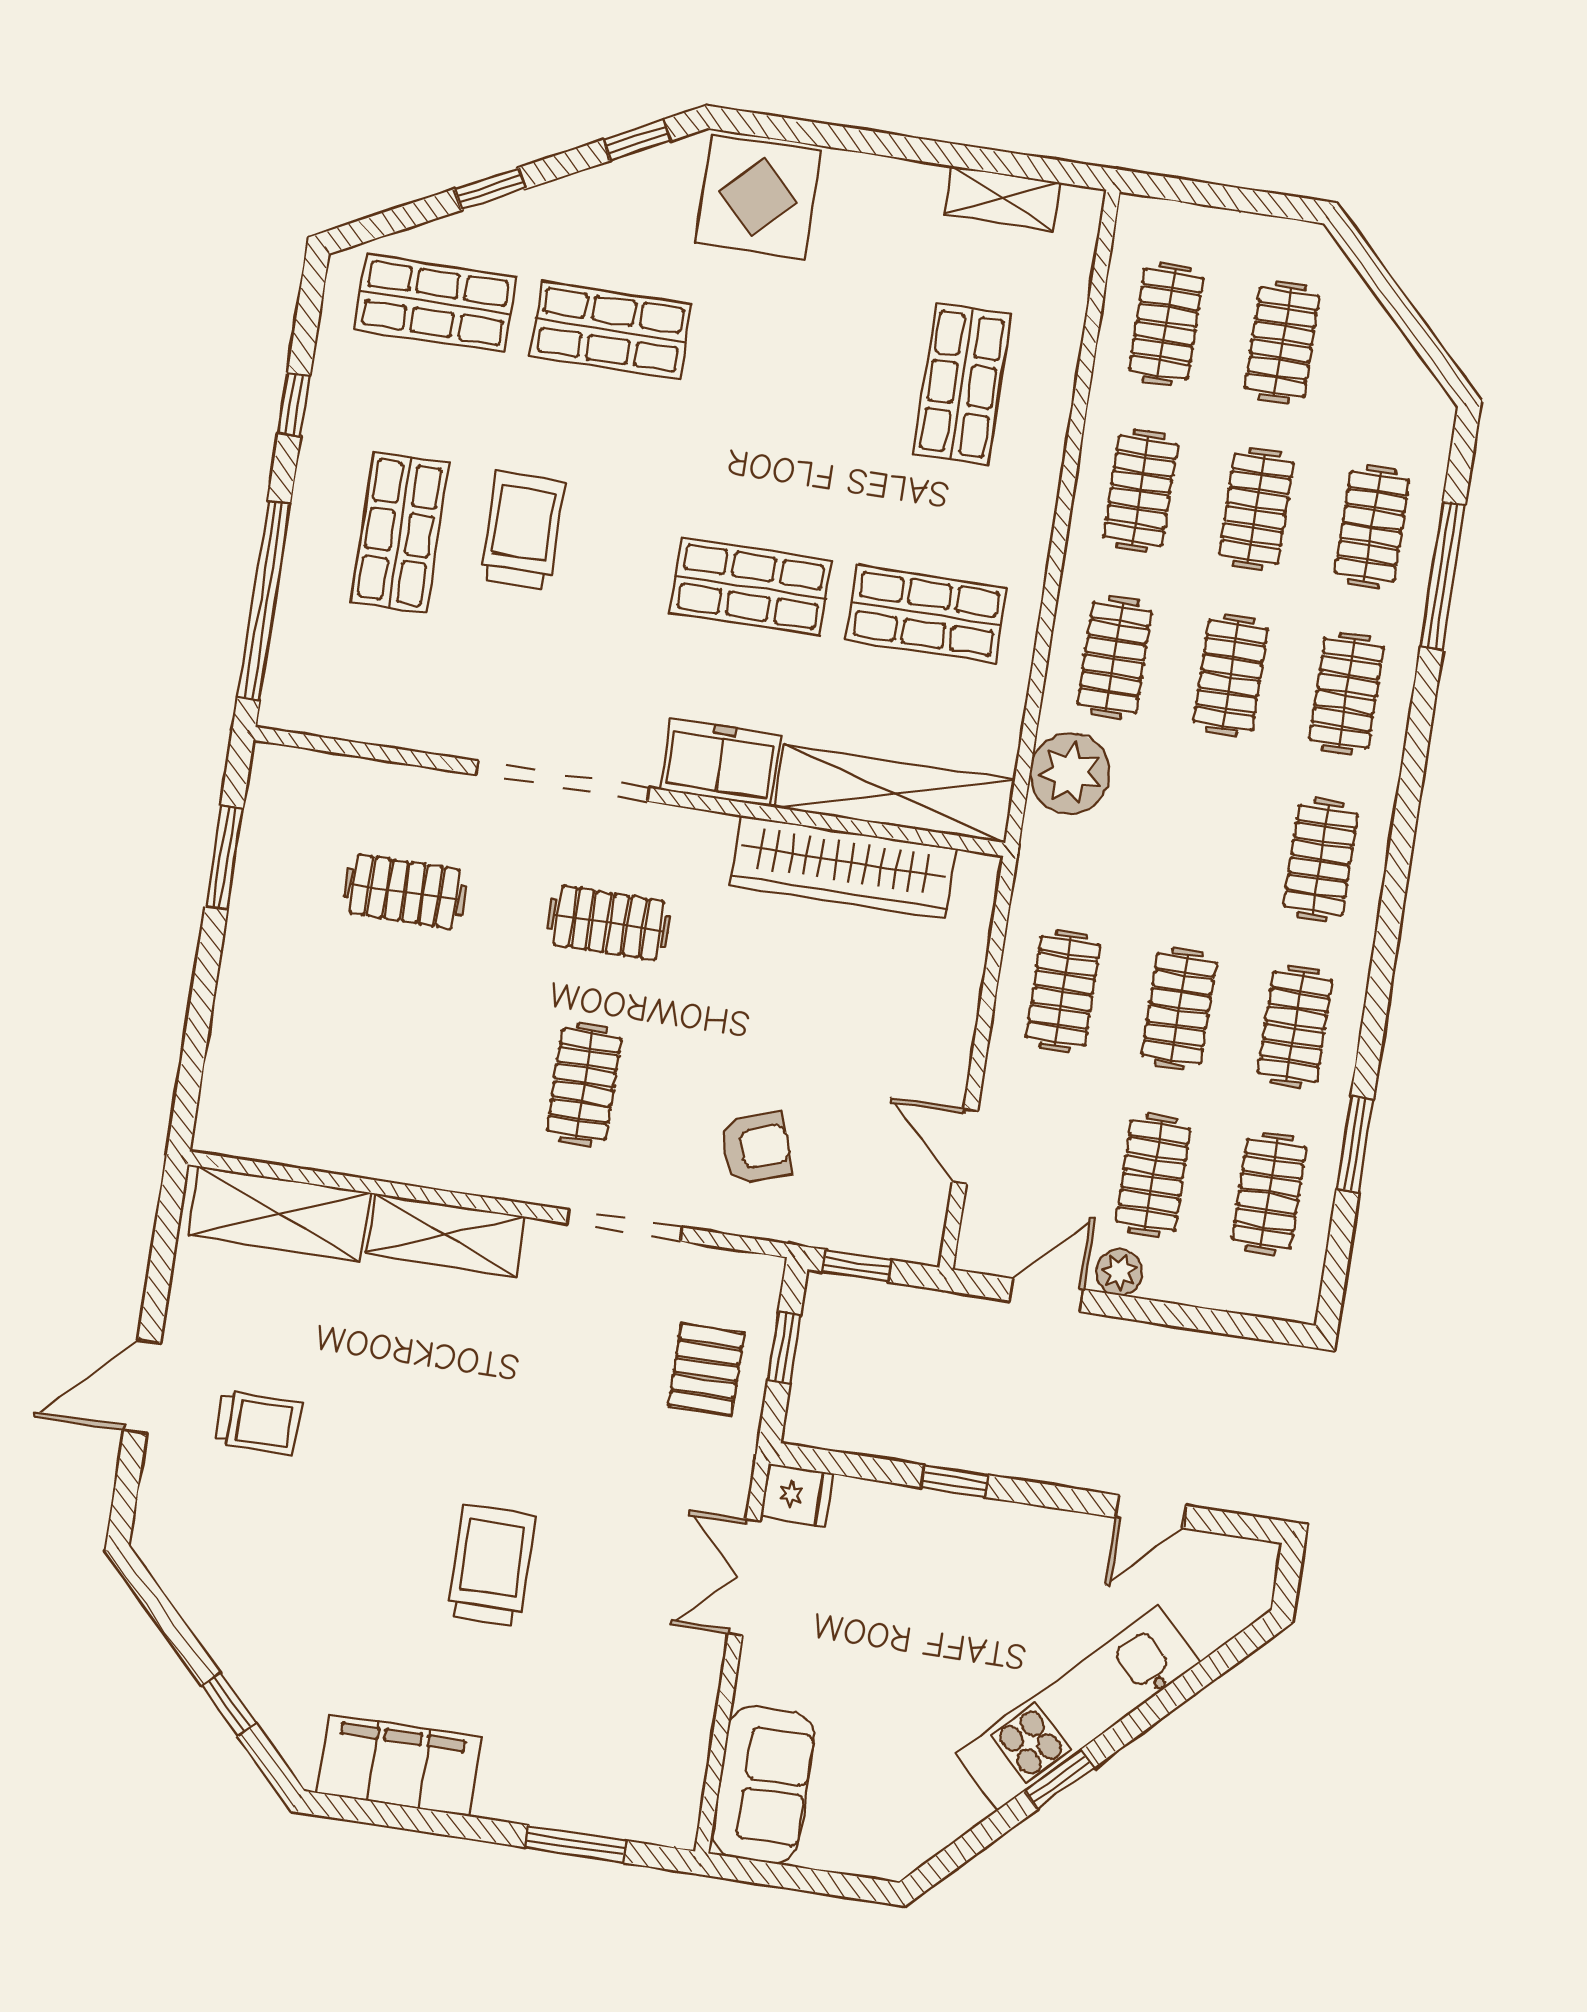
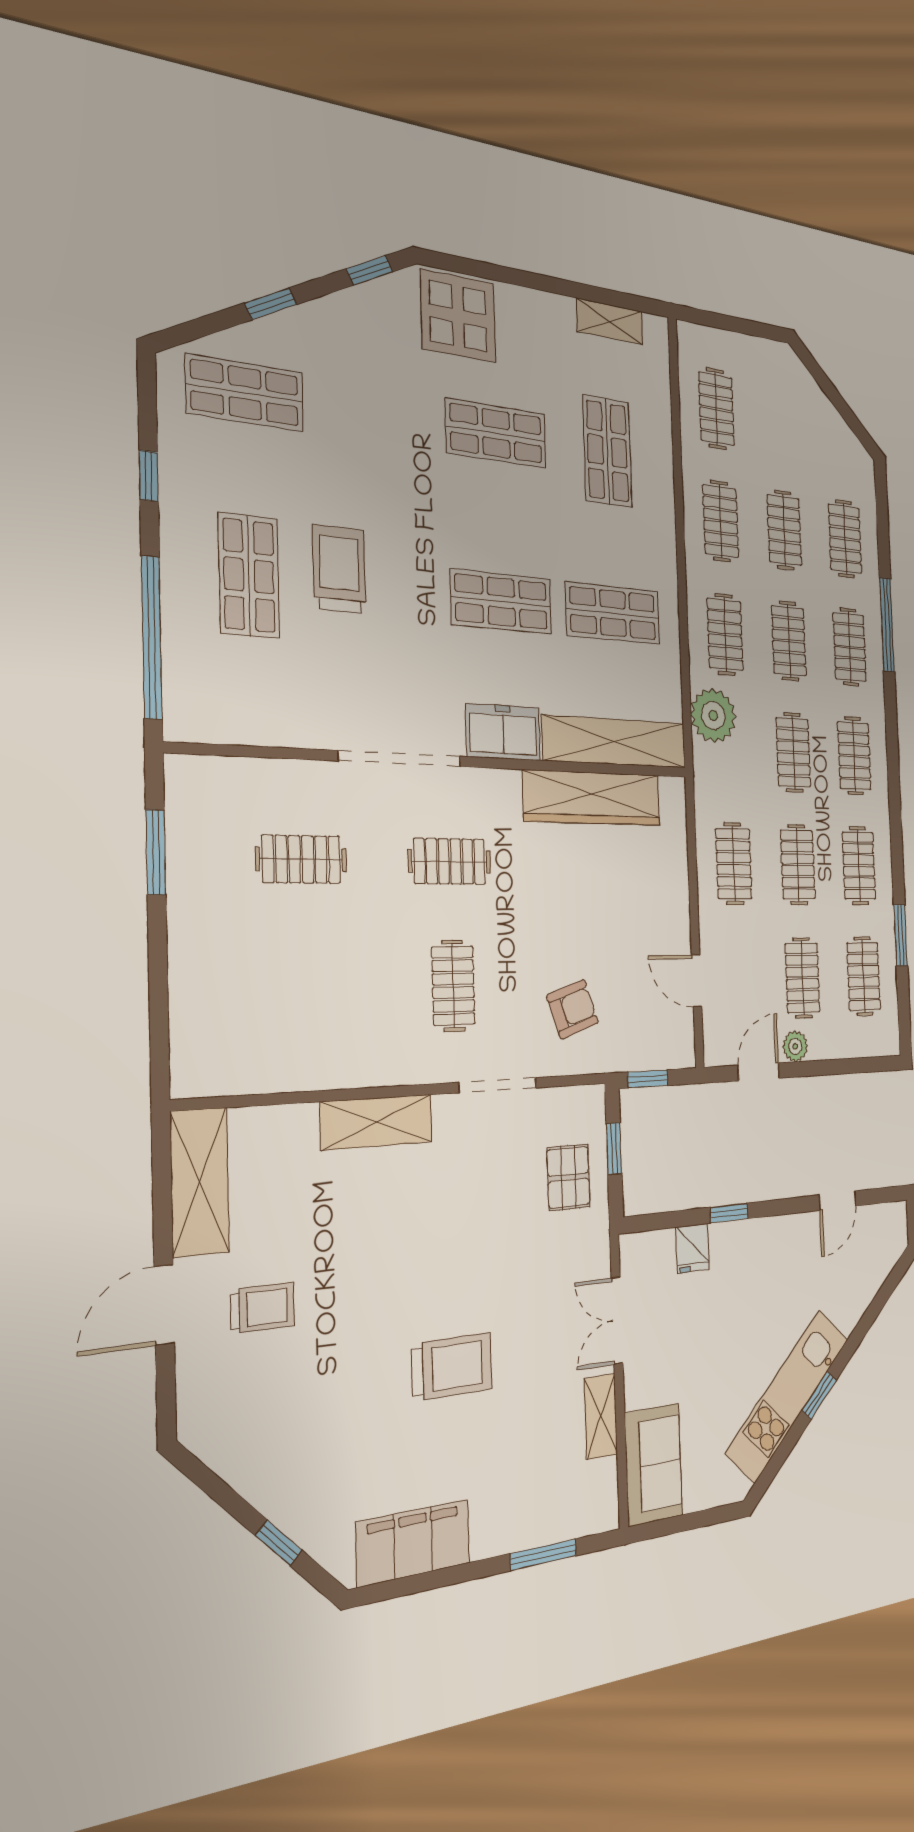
shop shelf: (611, 330) -> (496, 433), moved
clothes rail: (1282, 342) -> (793, 752), moved
window: (1443, 576) -> (887, 625), moved
shelving: (280, 1214) -> (200, 1182), moved, turned 90
fridge: (796, 1495) -> (693, 1248), moved, turned 90
trolley: (491, 1566) -> (452, 1367), turned 90
shelving: (695, 1695) -> (601, 1416), added
kitchen unit: (1078, 1708) -> (788, 1395), moved

